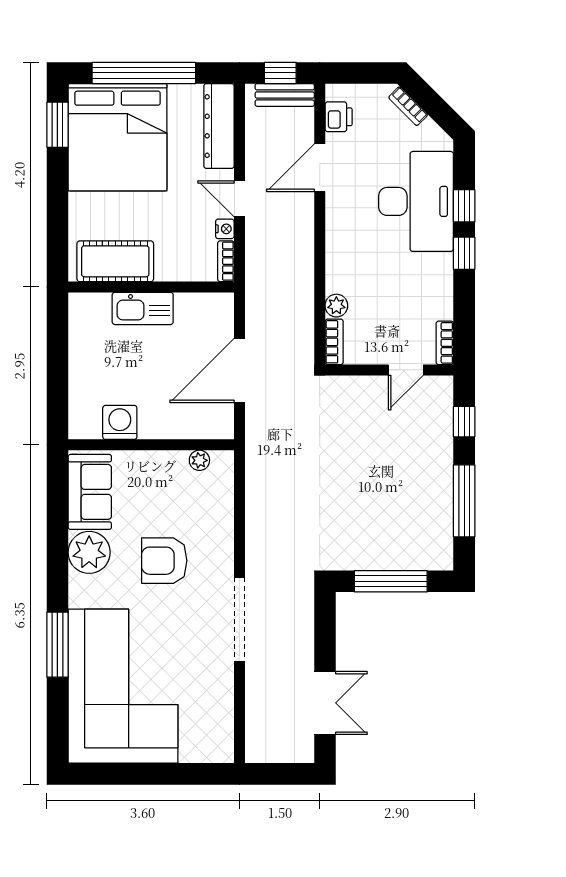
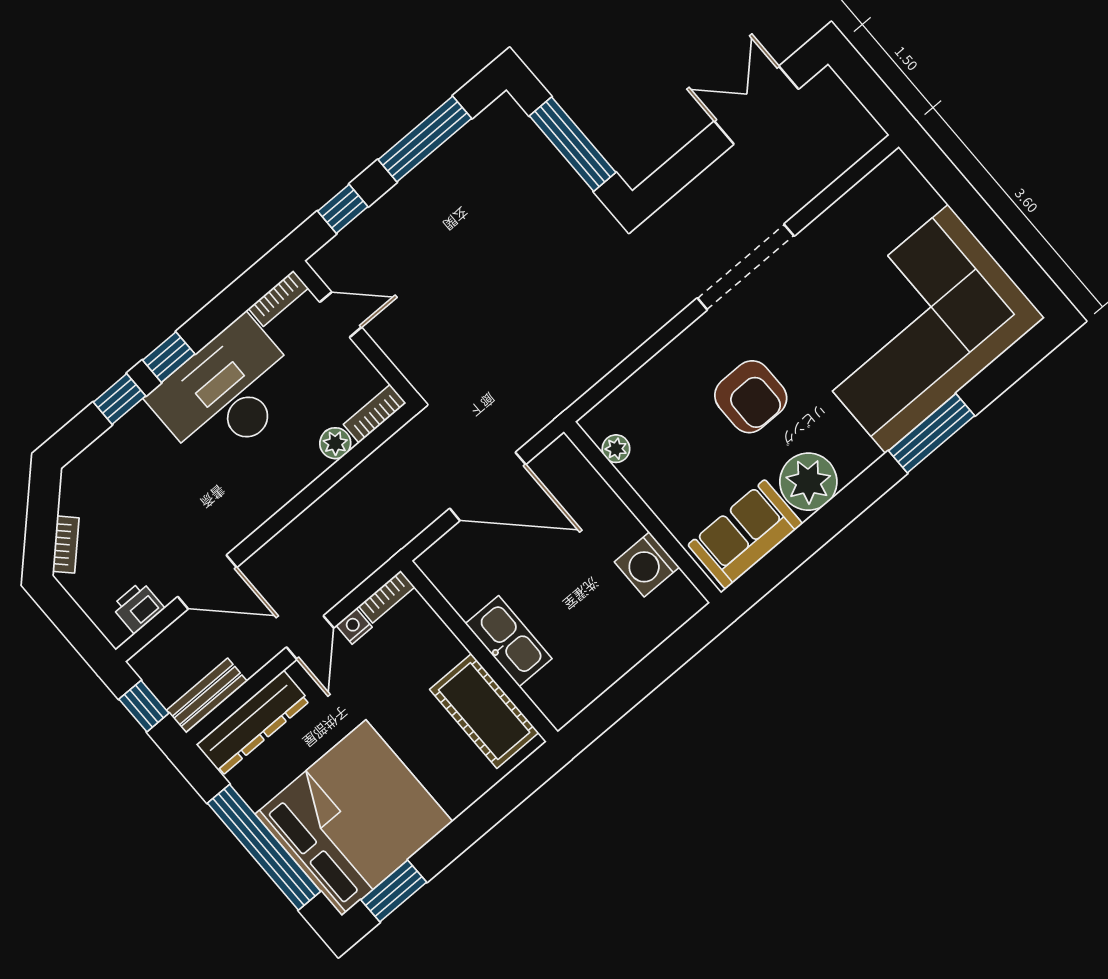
bench: (285, 95) -> (207, 696), moved, turned 90
desk: (416, 201) -> (227, 393), moved

